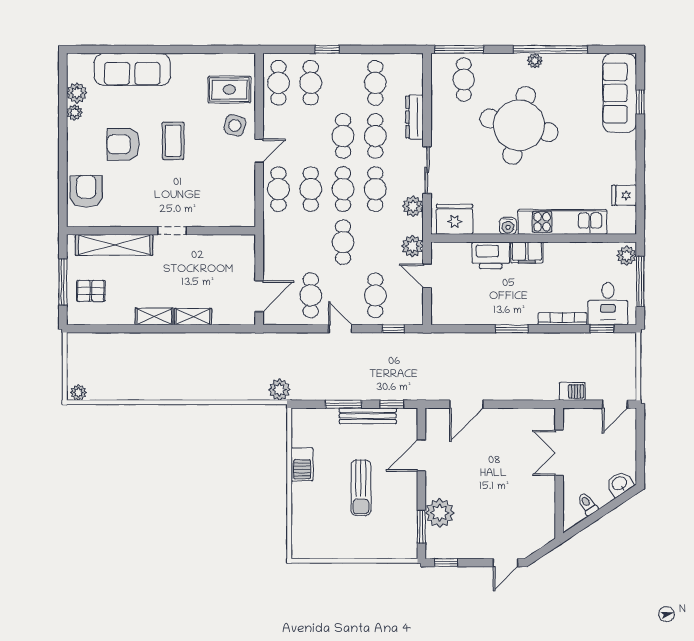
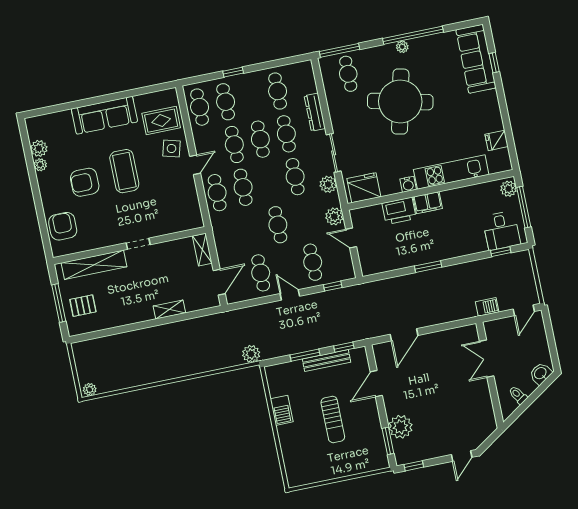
sofa: (132, 69) -> (104, 115), moved
coffee table: (173, 141) -> (124, 171), width x1.36, depth x1.32
cafe table: (343, 189) -> (234, 145), moved
shelving: (154, 316) -> (202, 250), moved, turned 90
bookcase: (562, 319) -> (467, 250), removed

